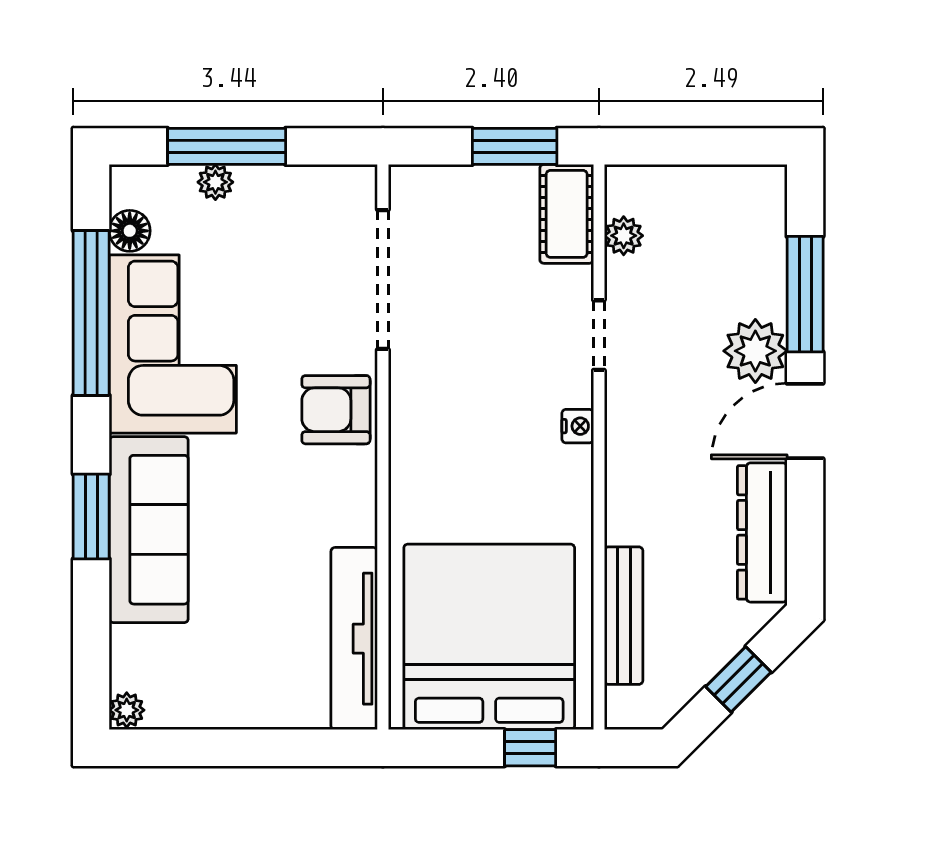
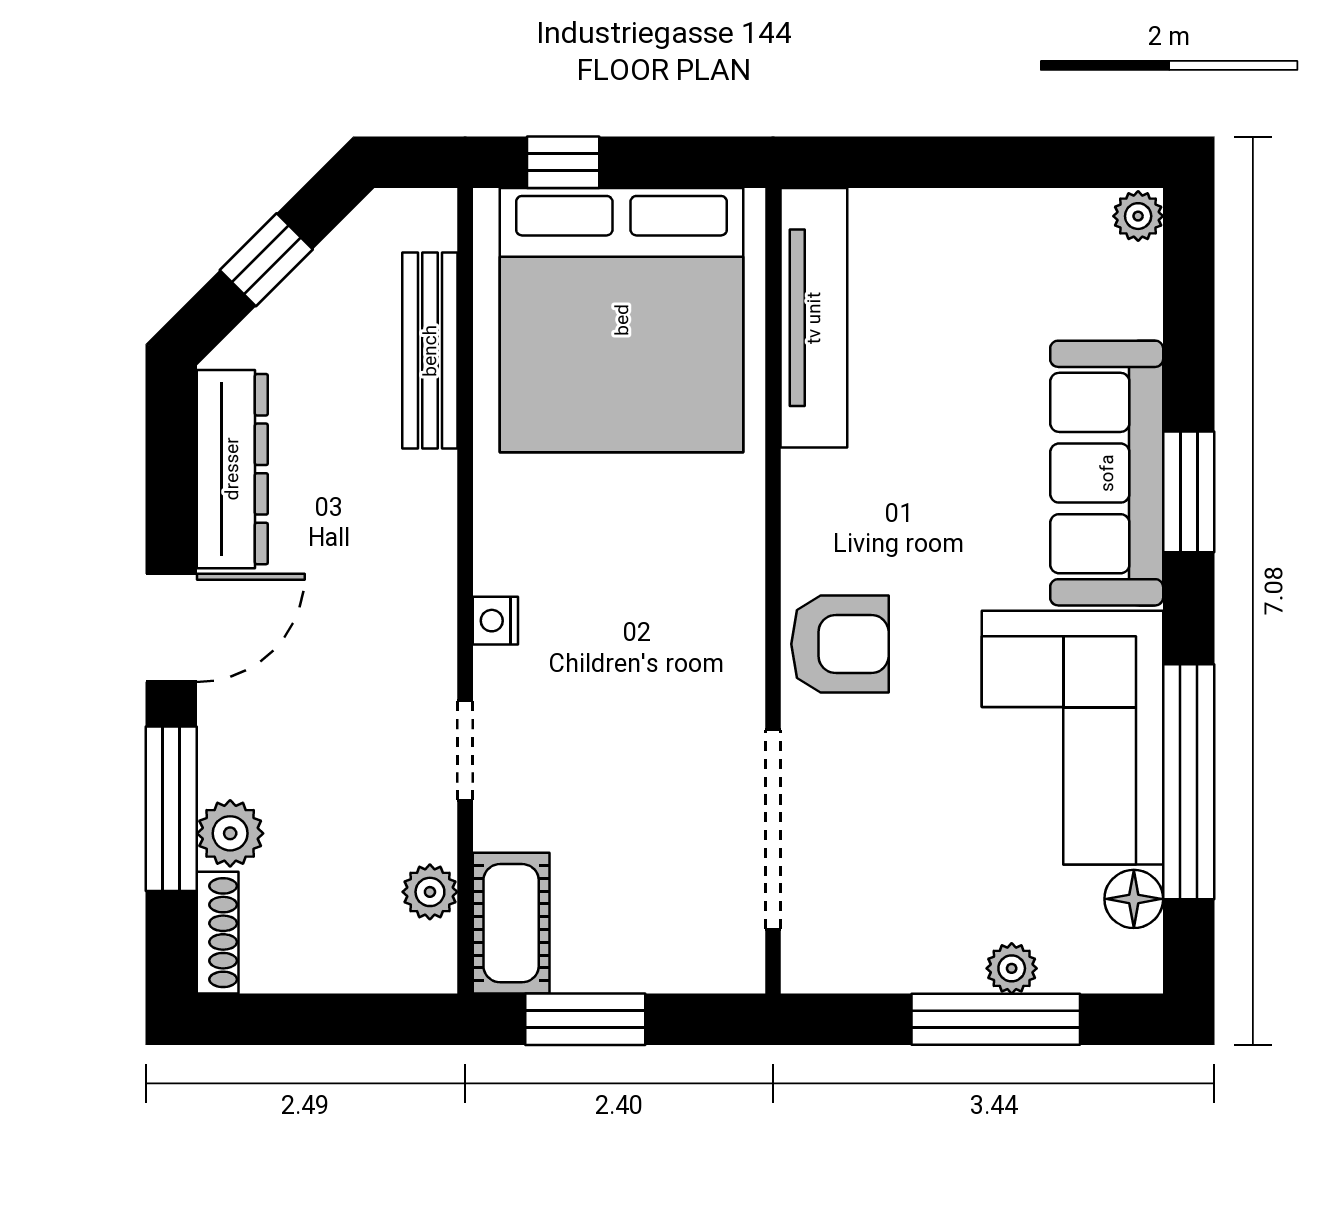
shoe rack: (773, 207) -> (218, 933), added
plant: (755, 351) -> (230, 833), moved, width x0.73, depth x0.73

